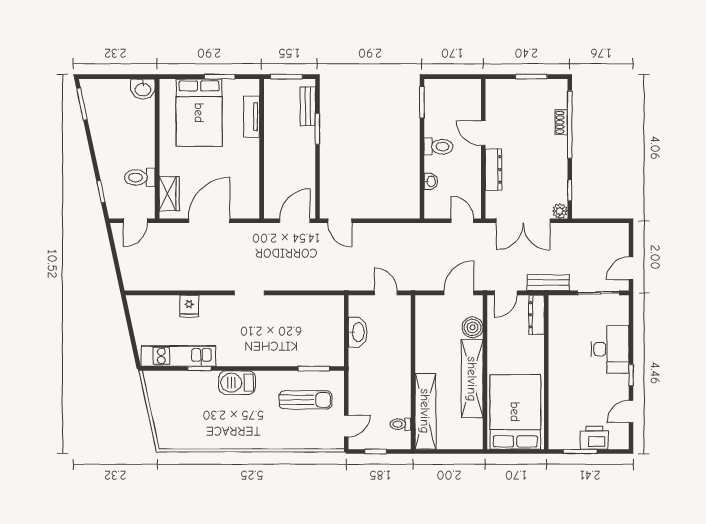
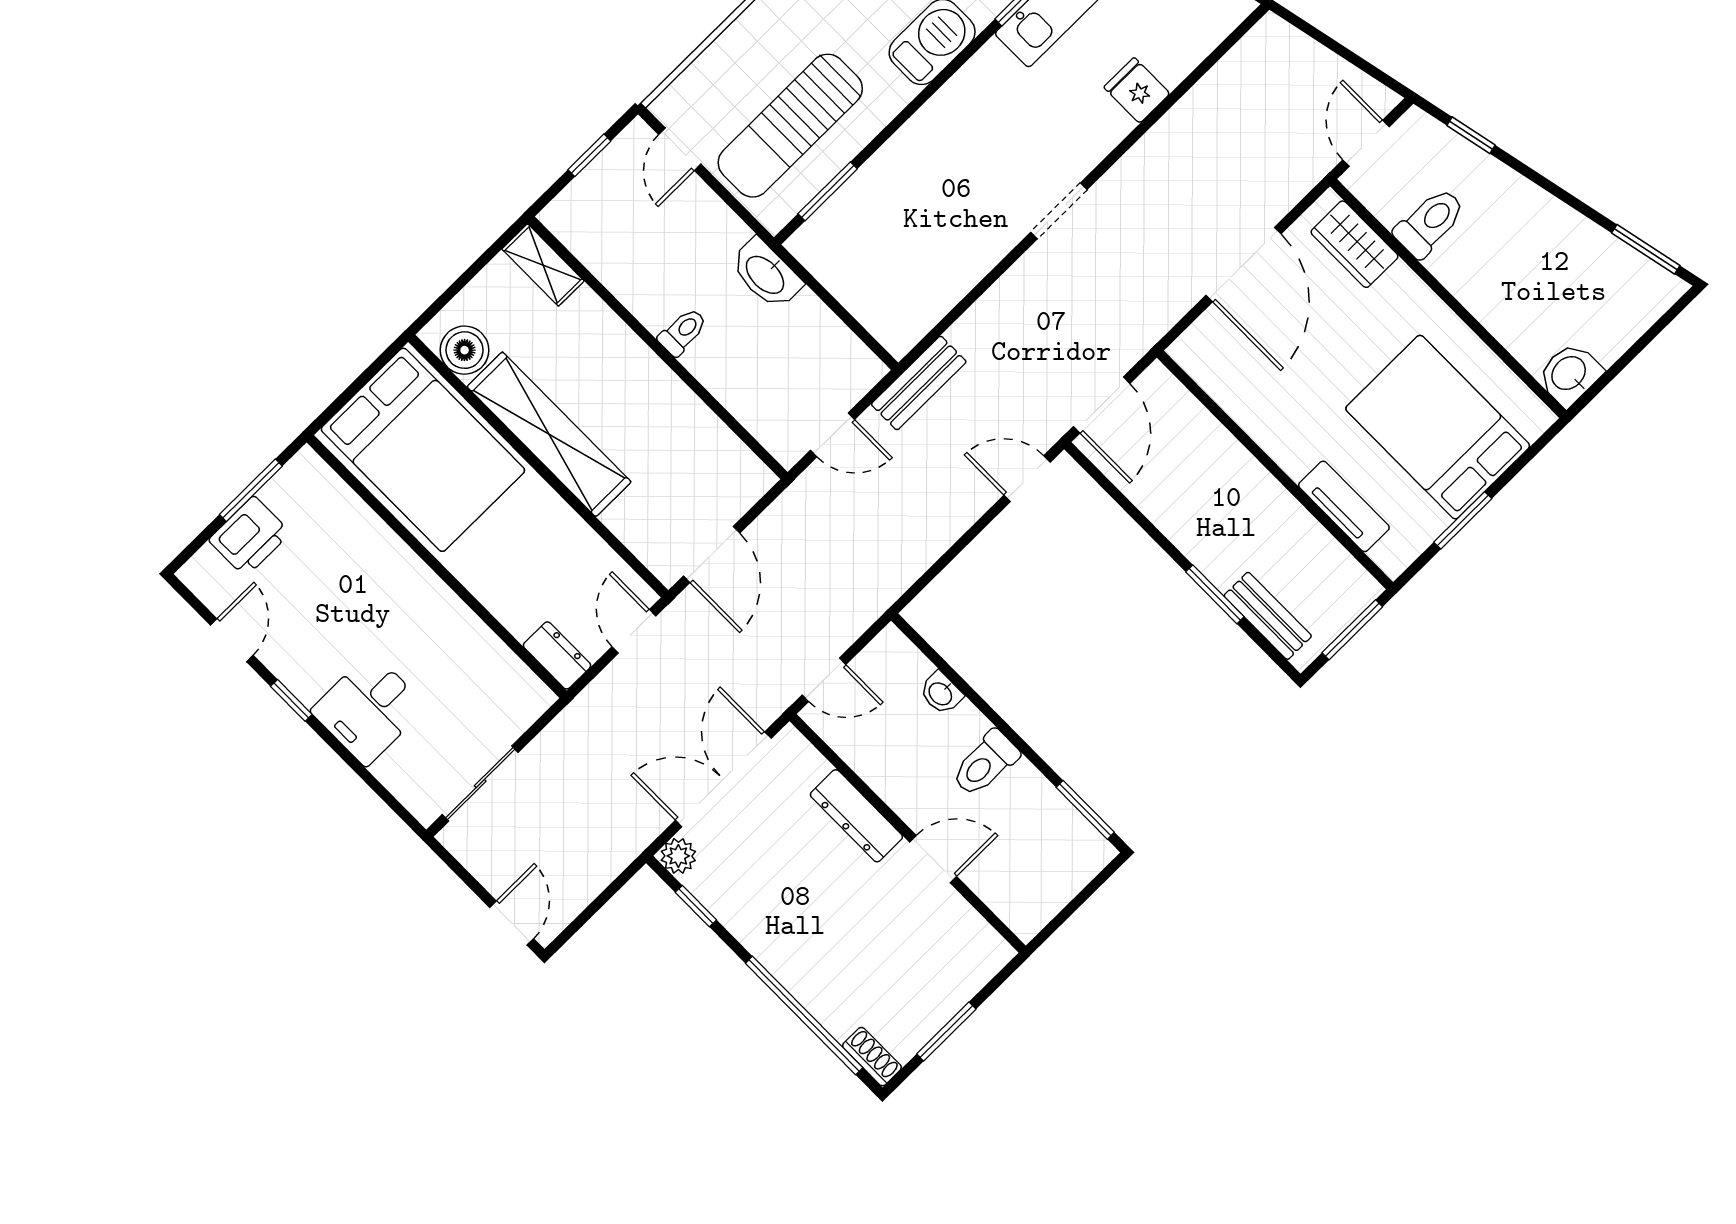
shoe rack: (561, 122) -> (872, 1057), moved
door: (631, 268) -> (512, 923), moved
bench: (548, 283) -> (919, 383), moved
dresser: (536, 315) -> (557, 655), width x0.70
boiler: (473, 327) -> (465, 350), moved
washbasin: (358, 332) -> (766, 274), moved
desk: (610, 349) -> (369, 709), width x0.73
sun lounger: (305, 400) -> (790, 126), width x1.36, depth x1.34
shelving: (425, 411) -> (543, 265), width x0.45, depth x0.75
toilet: (400, 424) -> (683, 332), moved

